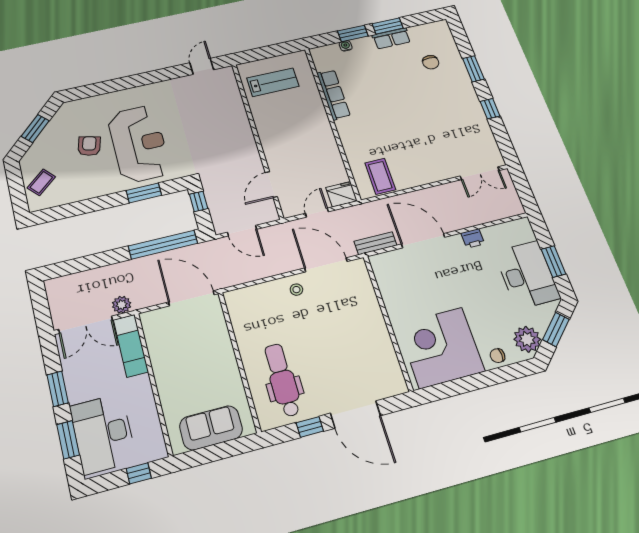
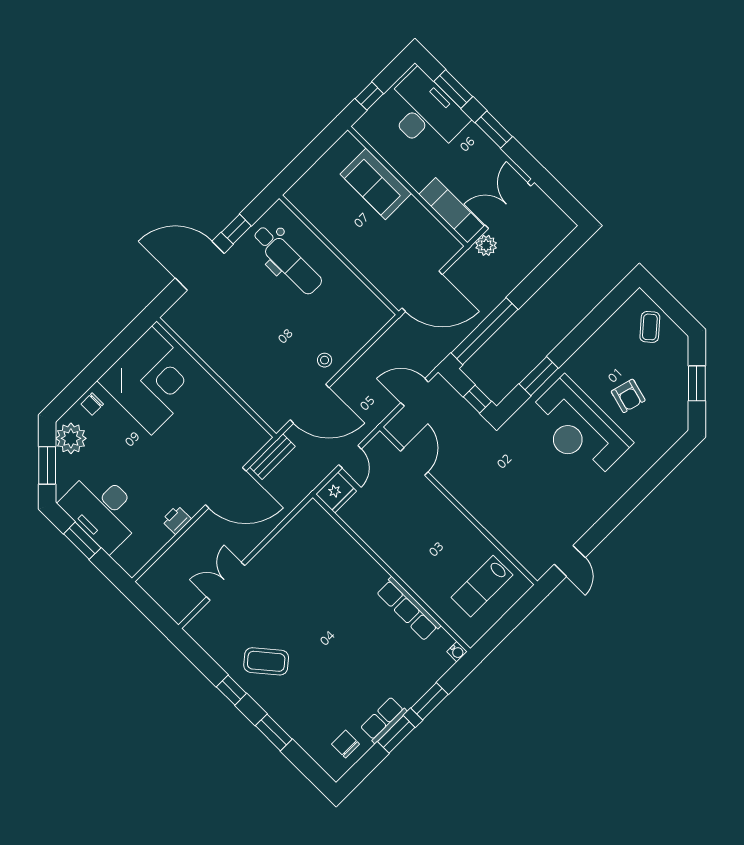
water cooler: (346, 46) -> (457, 652), moved
chair: (431, 62) -> (346, 744), moved
double door: (480, 173) -> (226, 581), moved
coffee table: (380, 176) -> (266, 661), moved, turned -40
chair: (498, 356) -> (92, 404), turned 180
sofa: (211, 428) -> (376, 184), moved, turned 90

